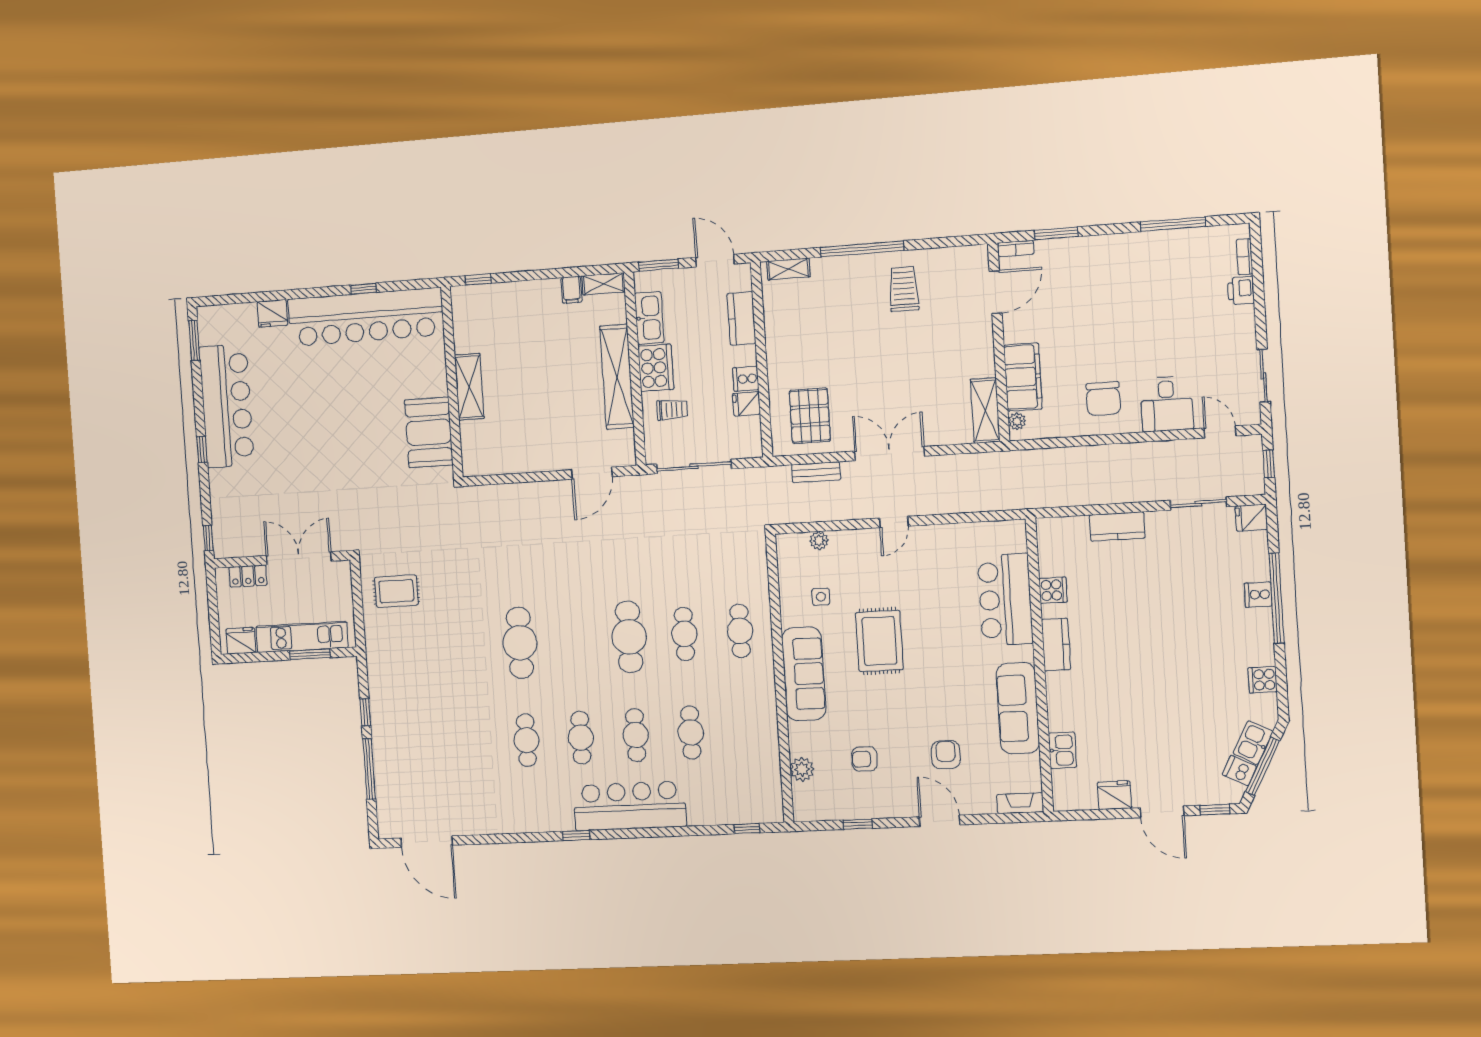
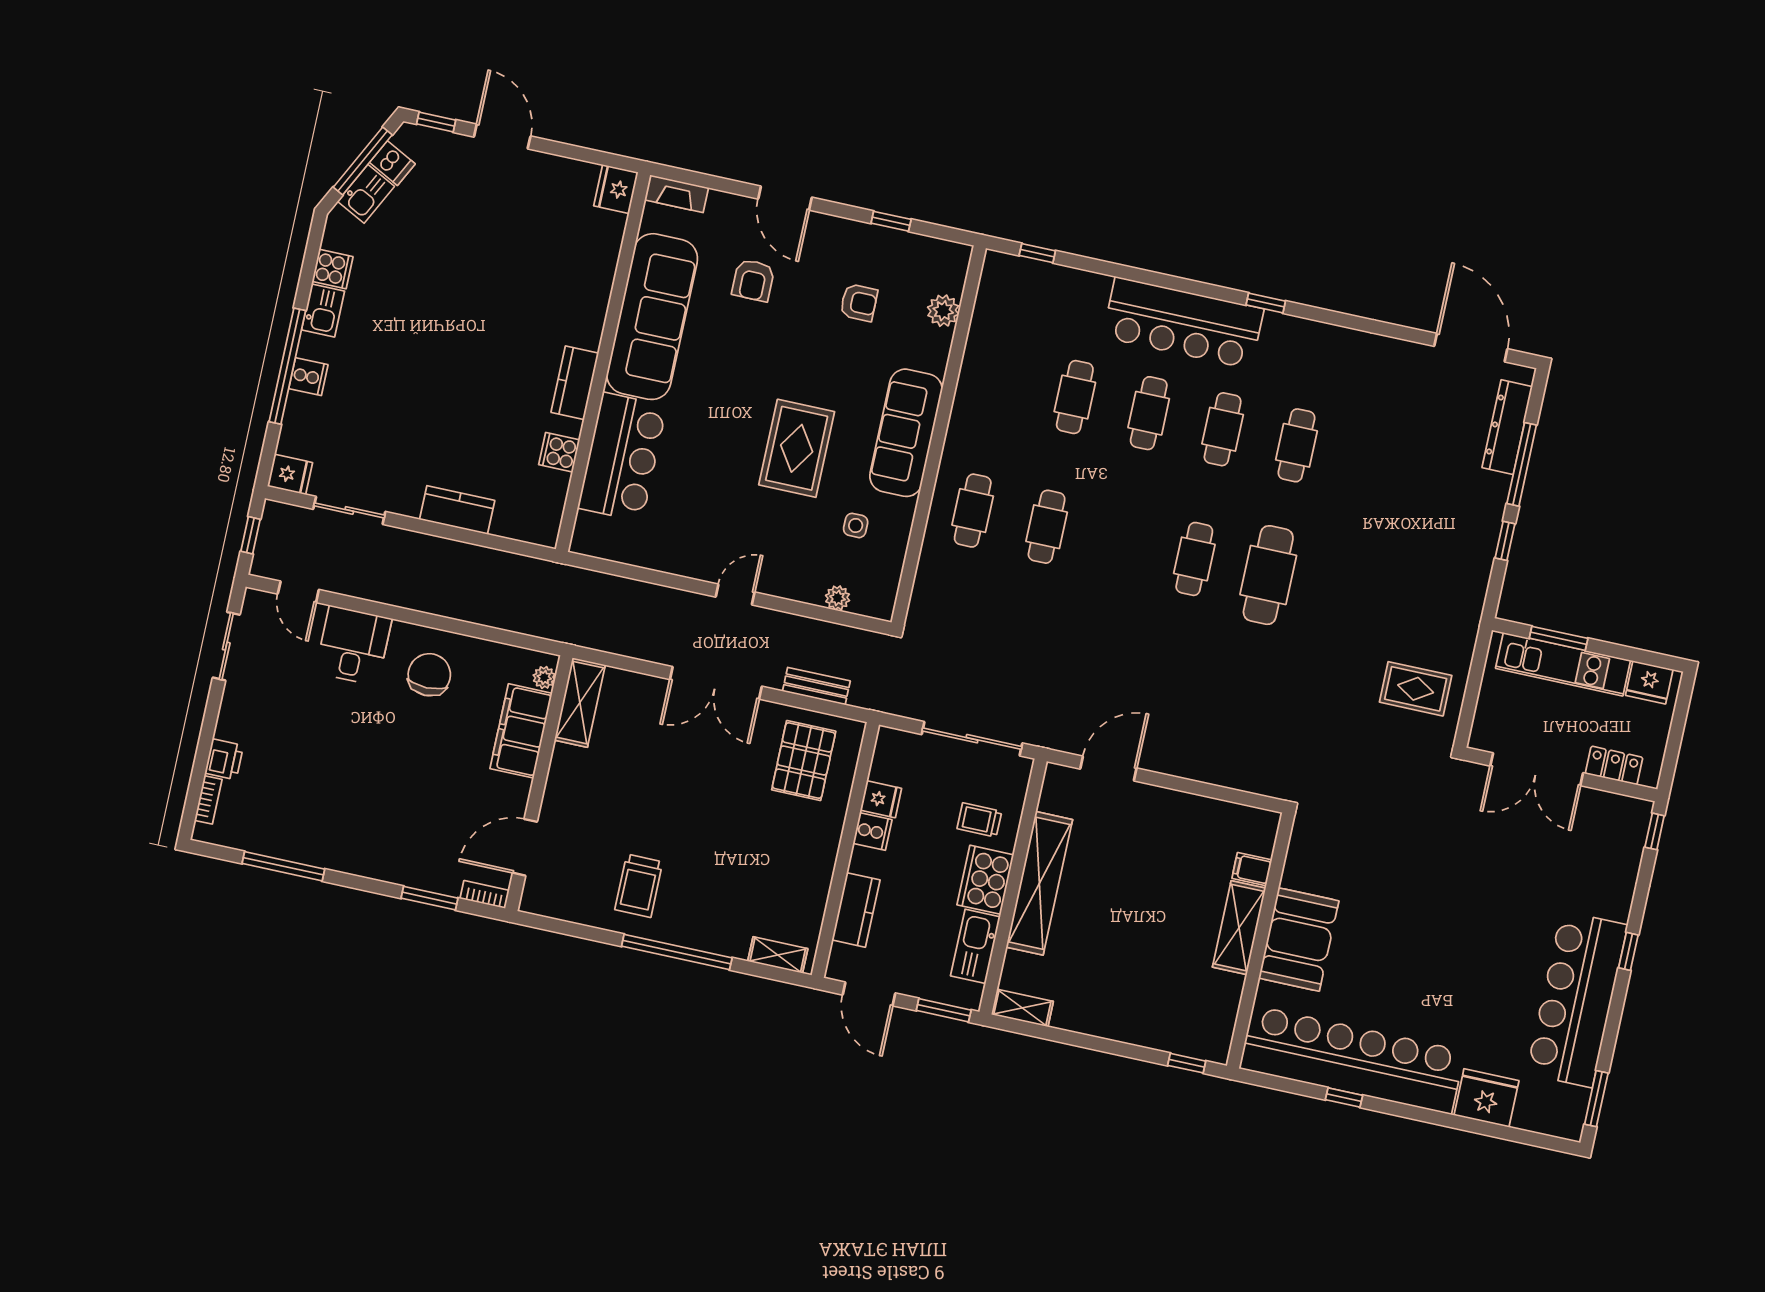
filing cabinet: (571, 290) -> (1252, 869), moved, turned -90
fridge: (272, 313) -> (1486, 1098), width x1.36, depth x1.34
booth: (429, 432) -> (1299, 939), moved
cafe table: (629, 637) -> (1194, 559), moved, width x0.73, depth x0.74
sofa: (1018, 708) -> (652, 317), width x1.36, depth x1.27
kitchen sink: (1062, 750) -> (323, 310), moved, turned 180
dresser: (386, 792) -> (1507, 427), added
fridge: (1115, 795) -> (616, 189), moved, turned 90

